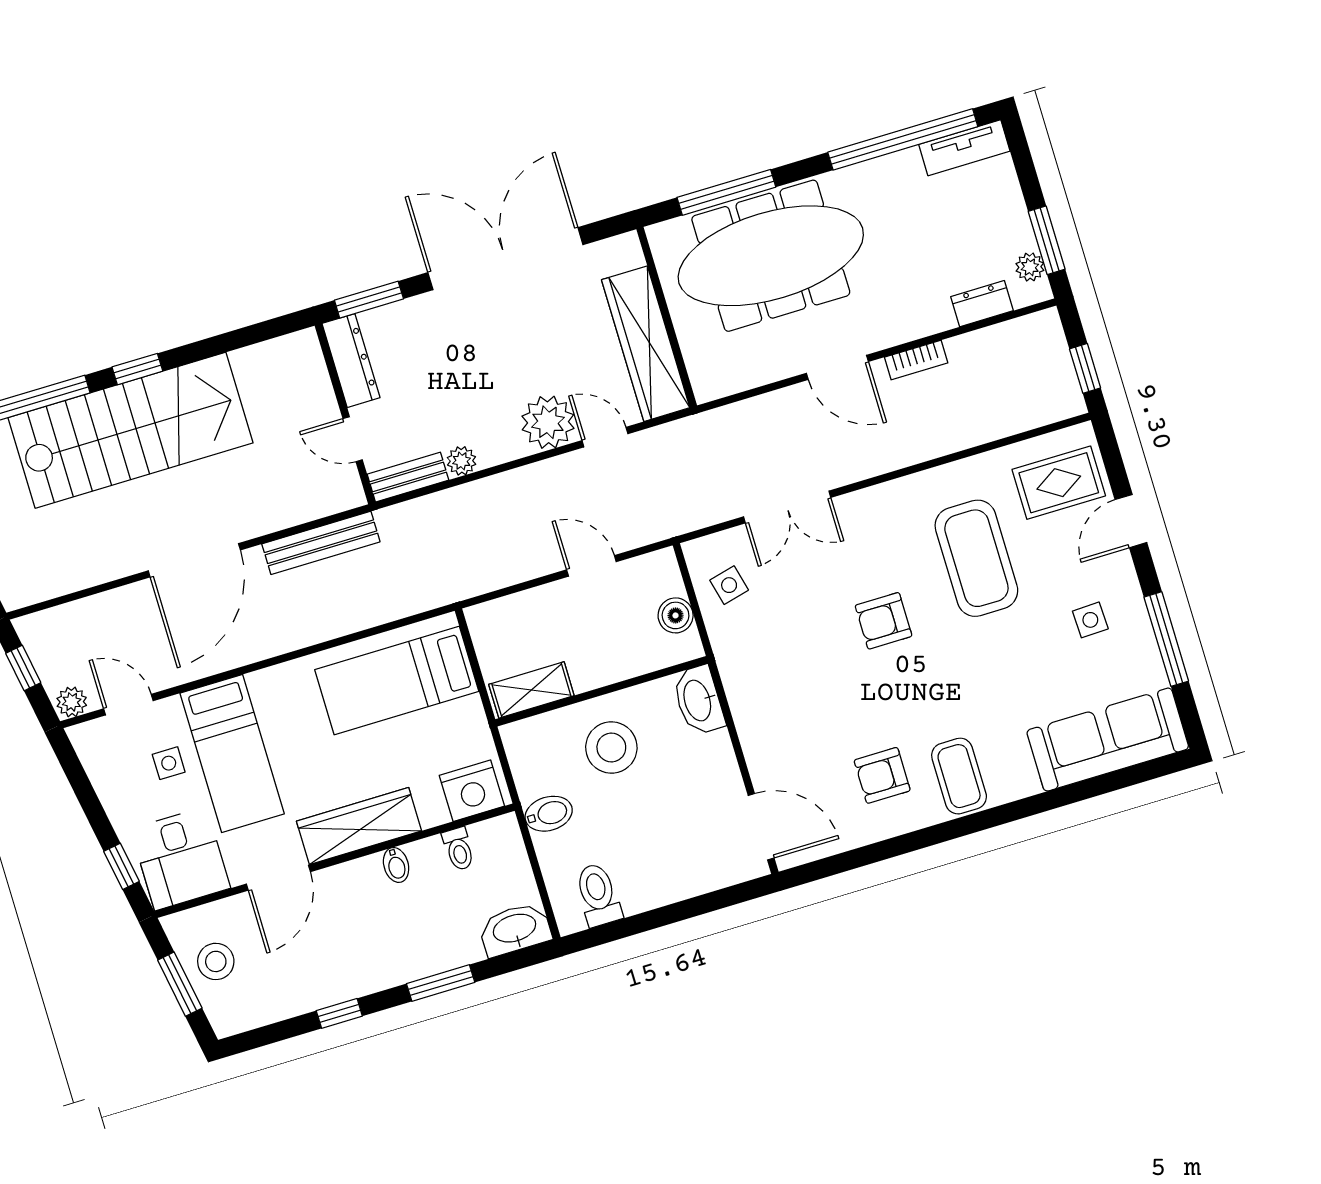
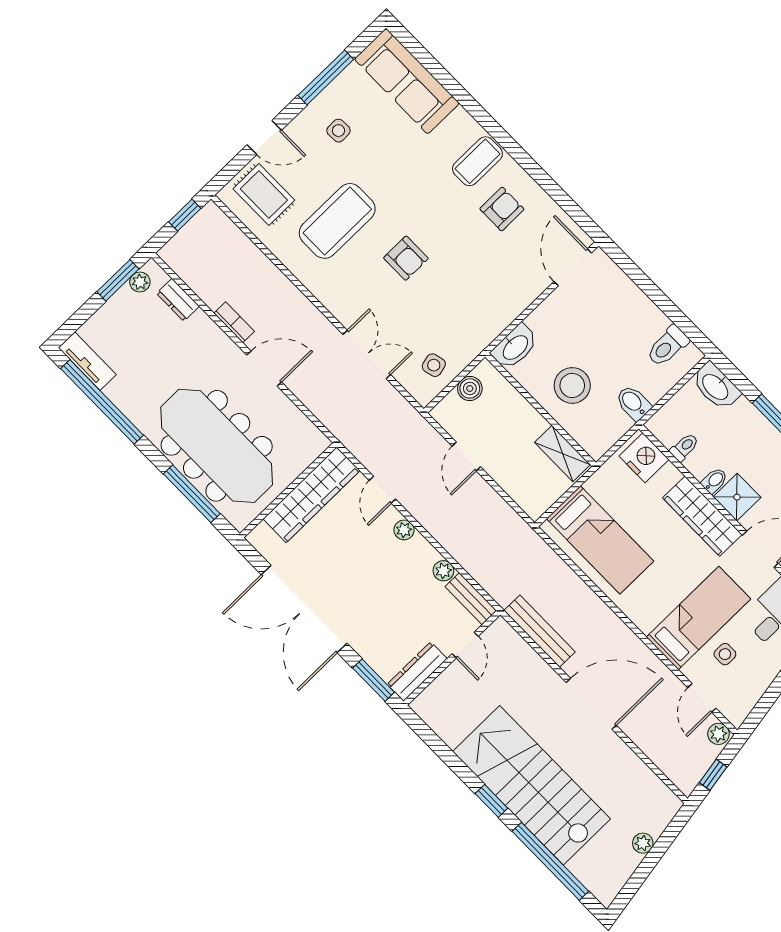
door: (837, 367) -> (264, 369), hinge flipped
plant: (548, 422) -> (404, 530), width x0.53, depth x0.53
armchair: (882, 775) -> (502, 209), turned -90
shower: (360, 883) -> (737, 497), added

